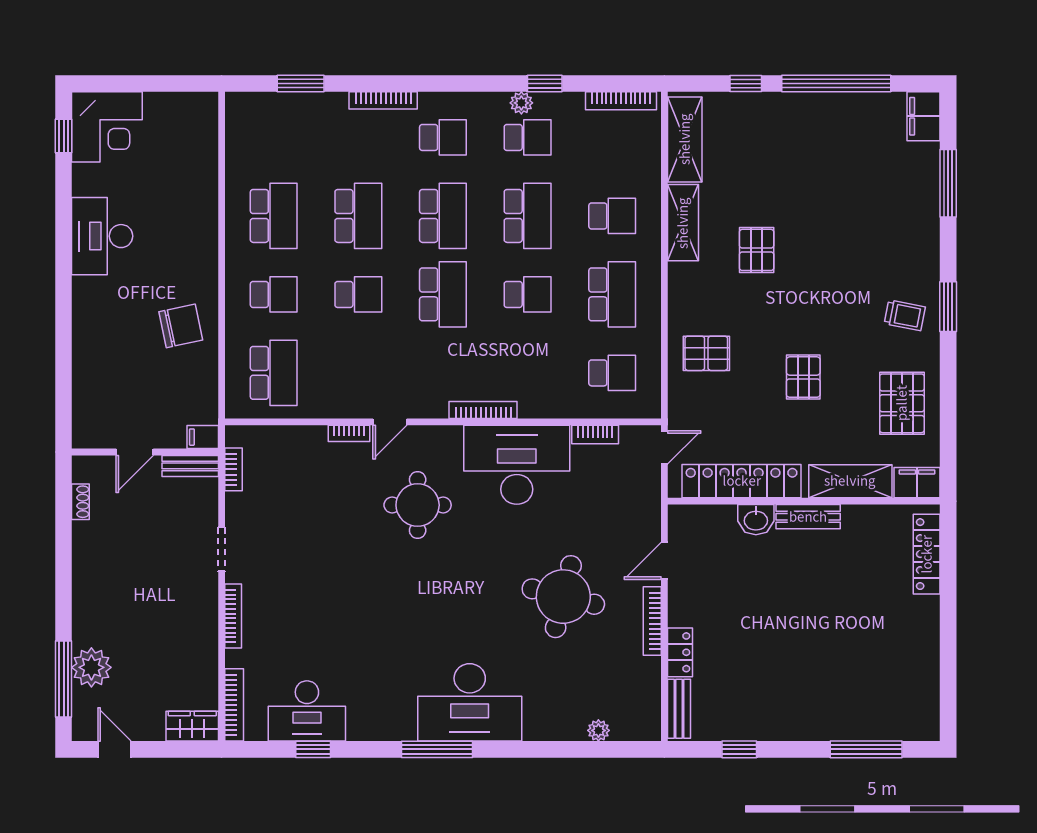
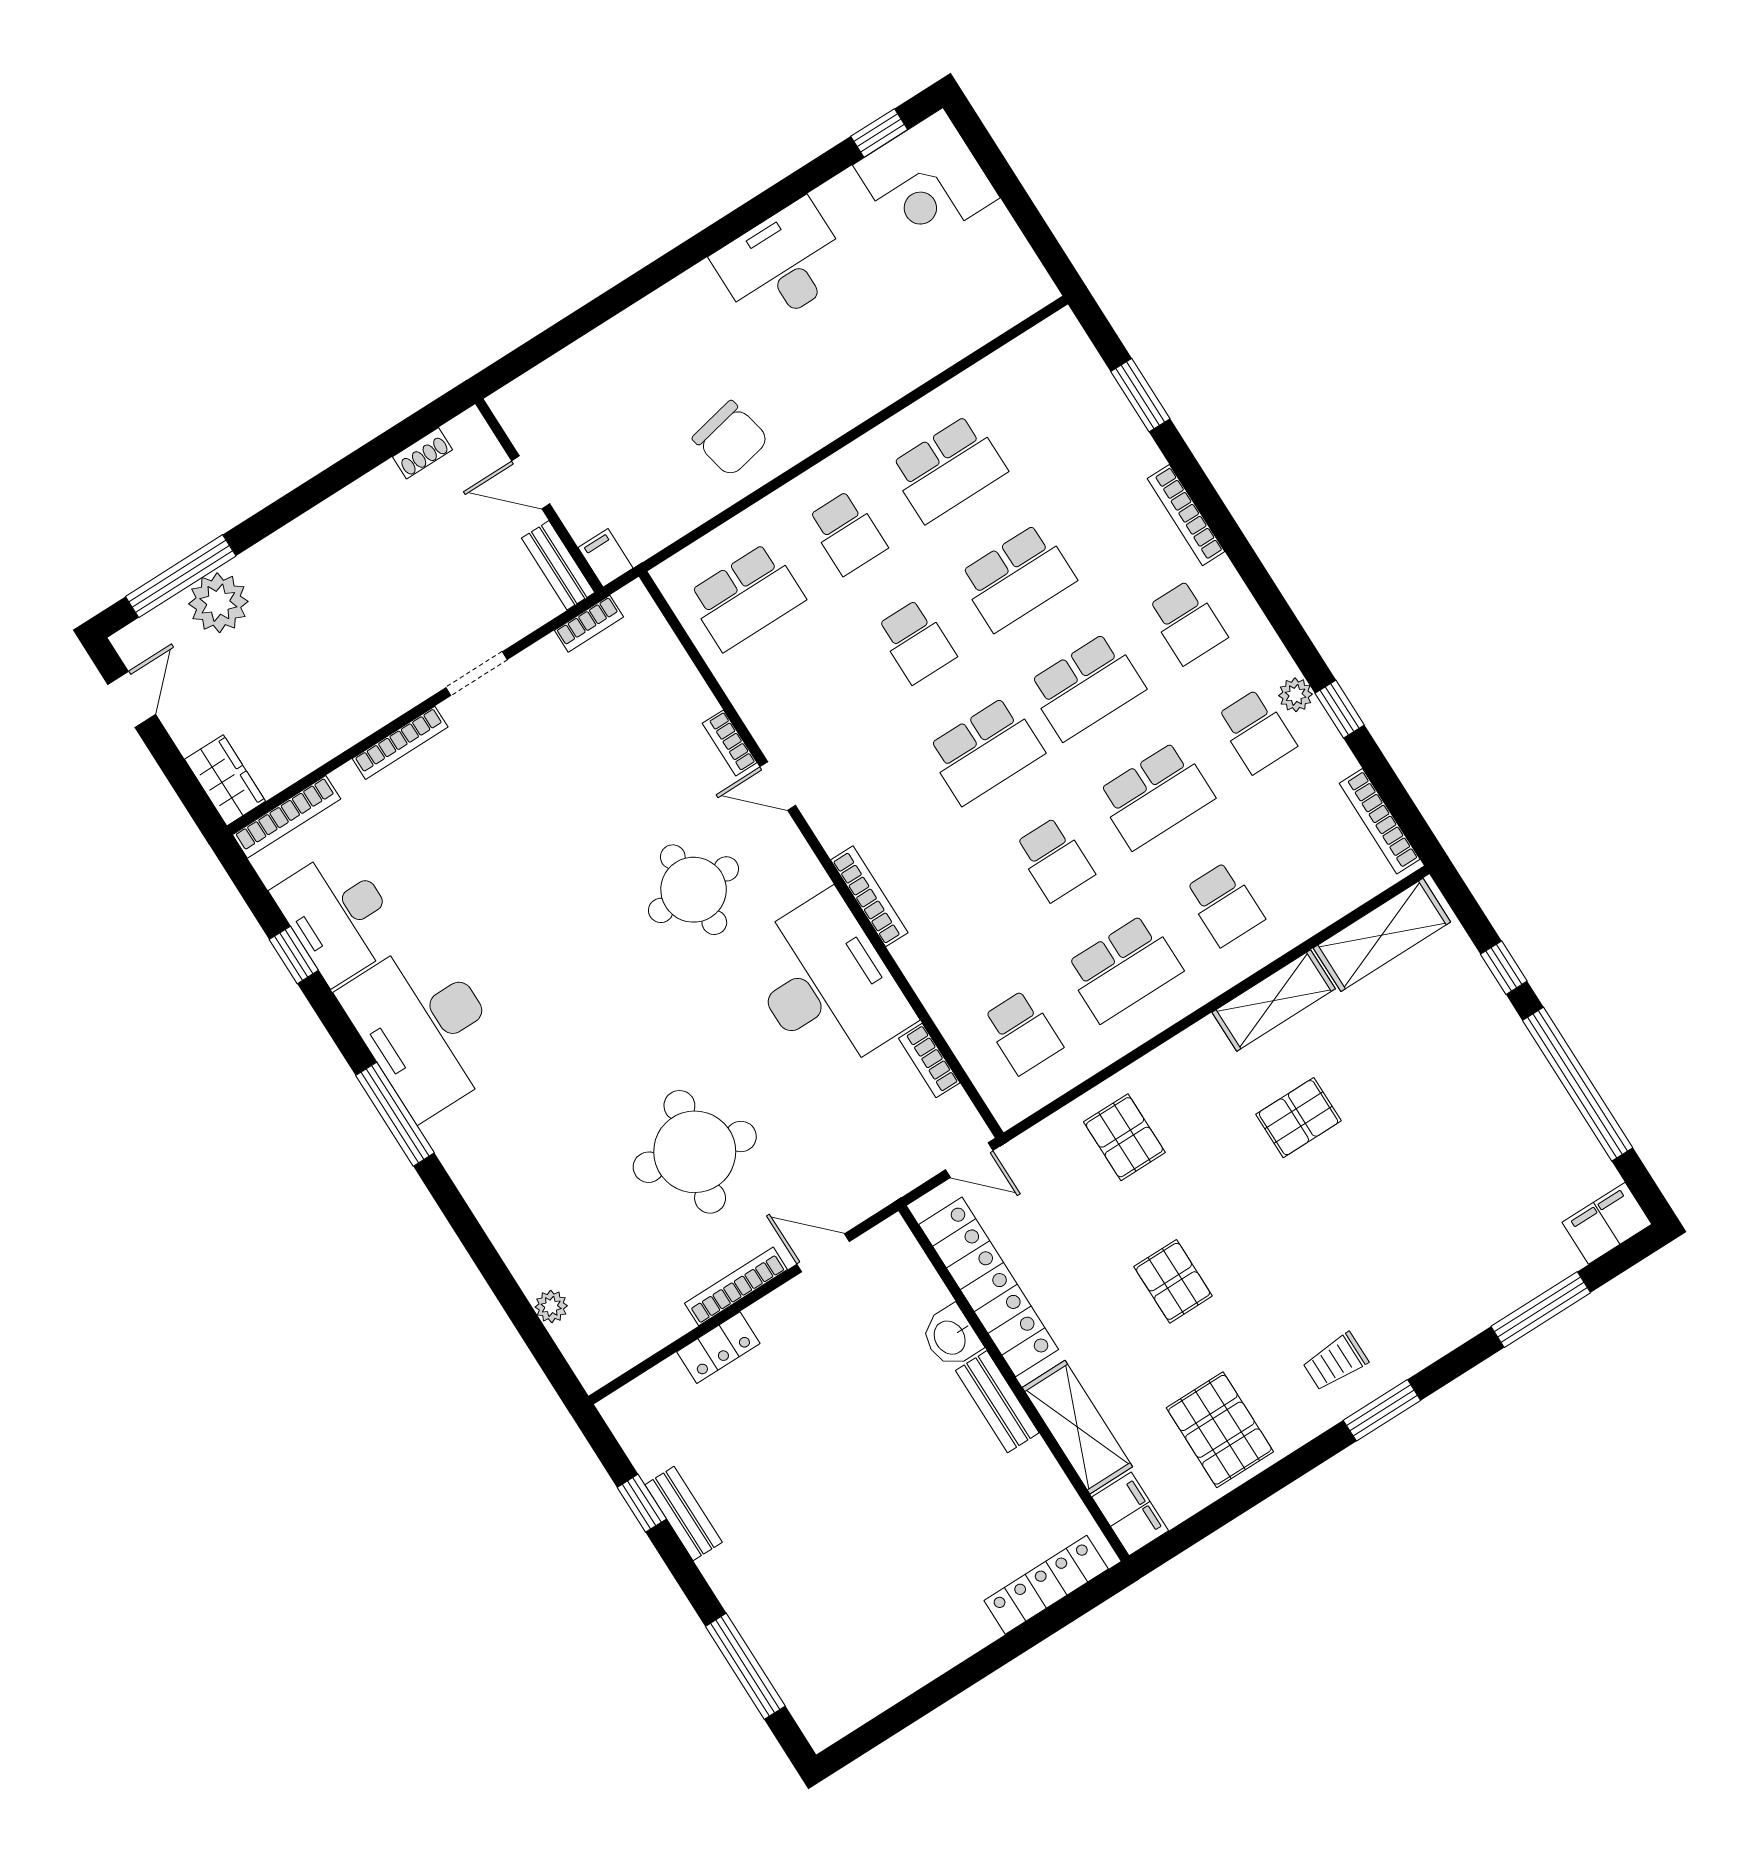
trolley: (905, 315) -> (1335, 1362), turned 79
pallet: (803, 377) -> (1173, 1281), turned 90
pallet: (902, 403) -> (1220, 1430), turned 90
desk: (470, 702) -> (425, 1028), moved
bench: (679, 709) -> (684, 1514), moved, turned 90

